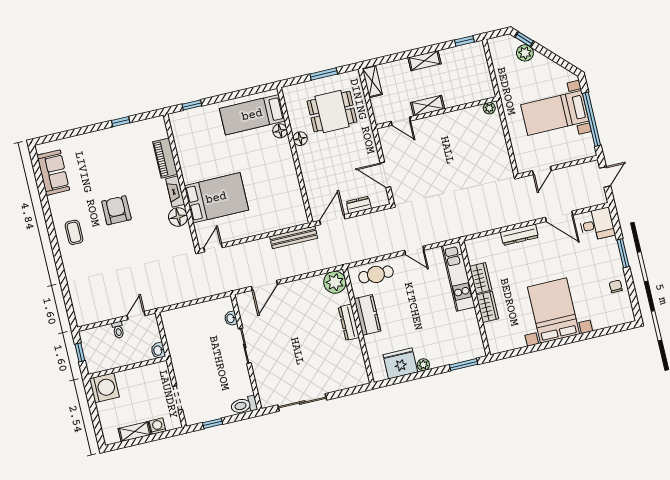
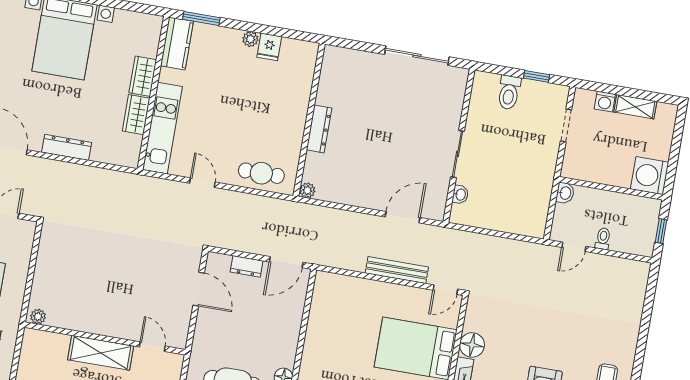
shelving: (428, 106) -> (101, 353), width x1.50, depth x1.33
bench: (294, 237) -> (397, 270), moved
plant: (335, 282) -> (307, 190), width x0.53, depth x0.53
kitchen counter: (367, 315) -> (177, 43), moved, turned 180
fridge: (400, 363) -> (269, 47), width x0.53, depth x0.75
toilet: (244, 405) -> (509, 92), moved, turned 90

